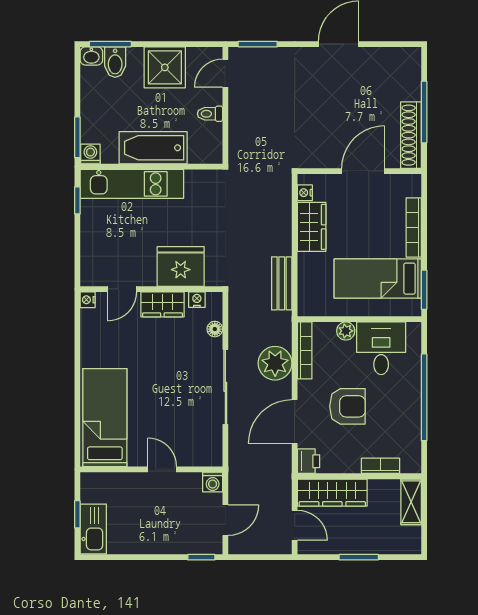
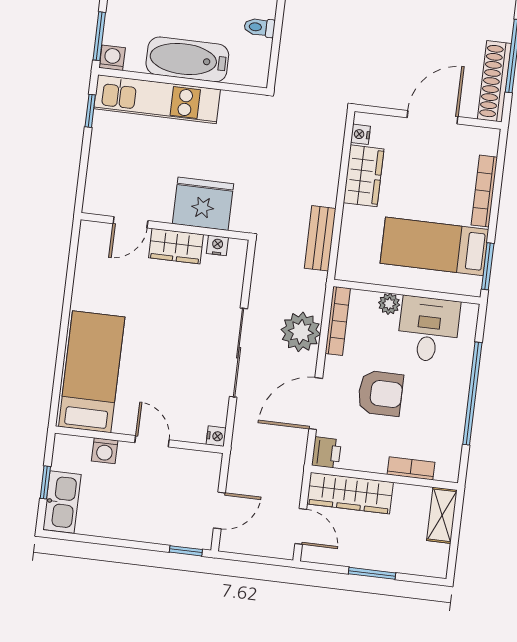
nightstand: (88, 300) -> (216, 436), moved, turned 180
floor lamp: (215, 329) -> (234, 283), removed
washing machine: (213, 482) -> (105, 451), moved

